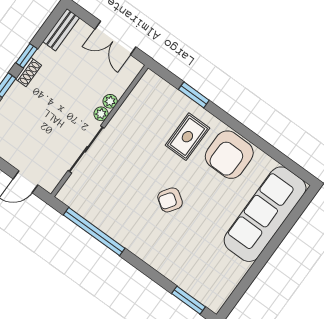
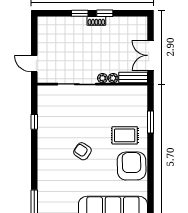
bench: (61, 30) -> (133, 77), moved
armchair: (229, 155) -> (132, 166), turned 89
window: (94, 232) -> (34, 122), width x0.32

